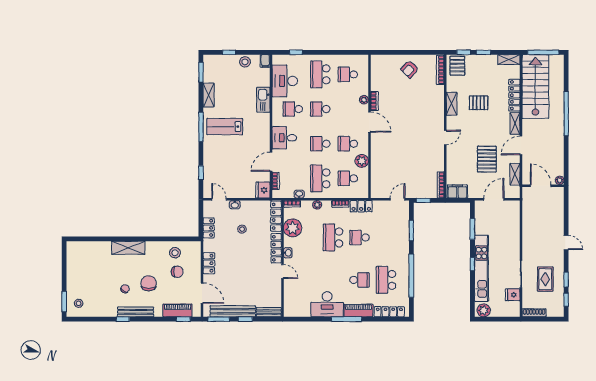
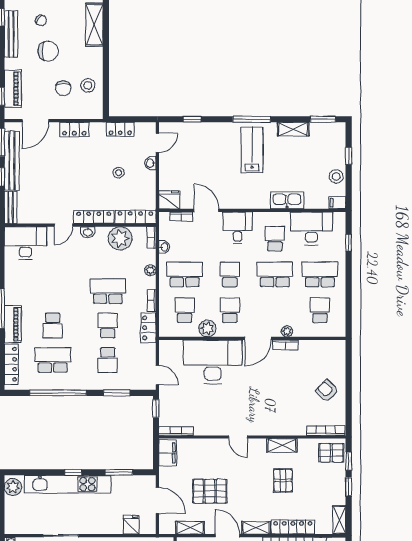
school desk: (320, 109) -> (275, 274), width x1.85
desk: (387, 157) -> (213, 362), added
school desk: (386, 237) -> (108, 360), added
fridge: (513, 295) -> (131, 525), moved
desk: (327, 304) -> (25, 243), moved, turned 90

